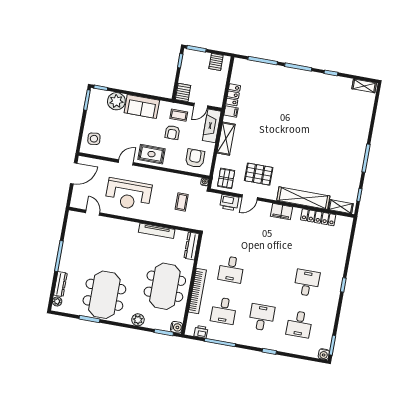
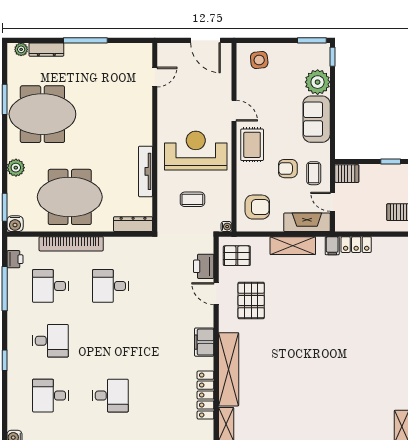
reception desk: (128, 194) -> (196, 151), moved, turned 90

